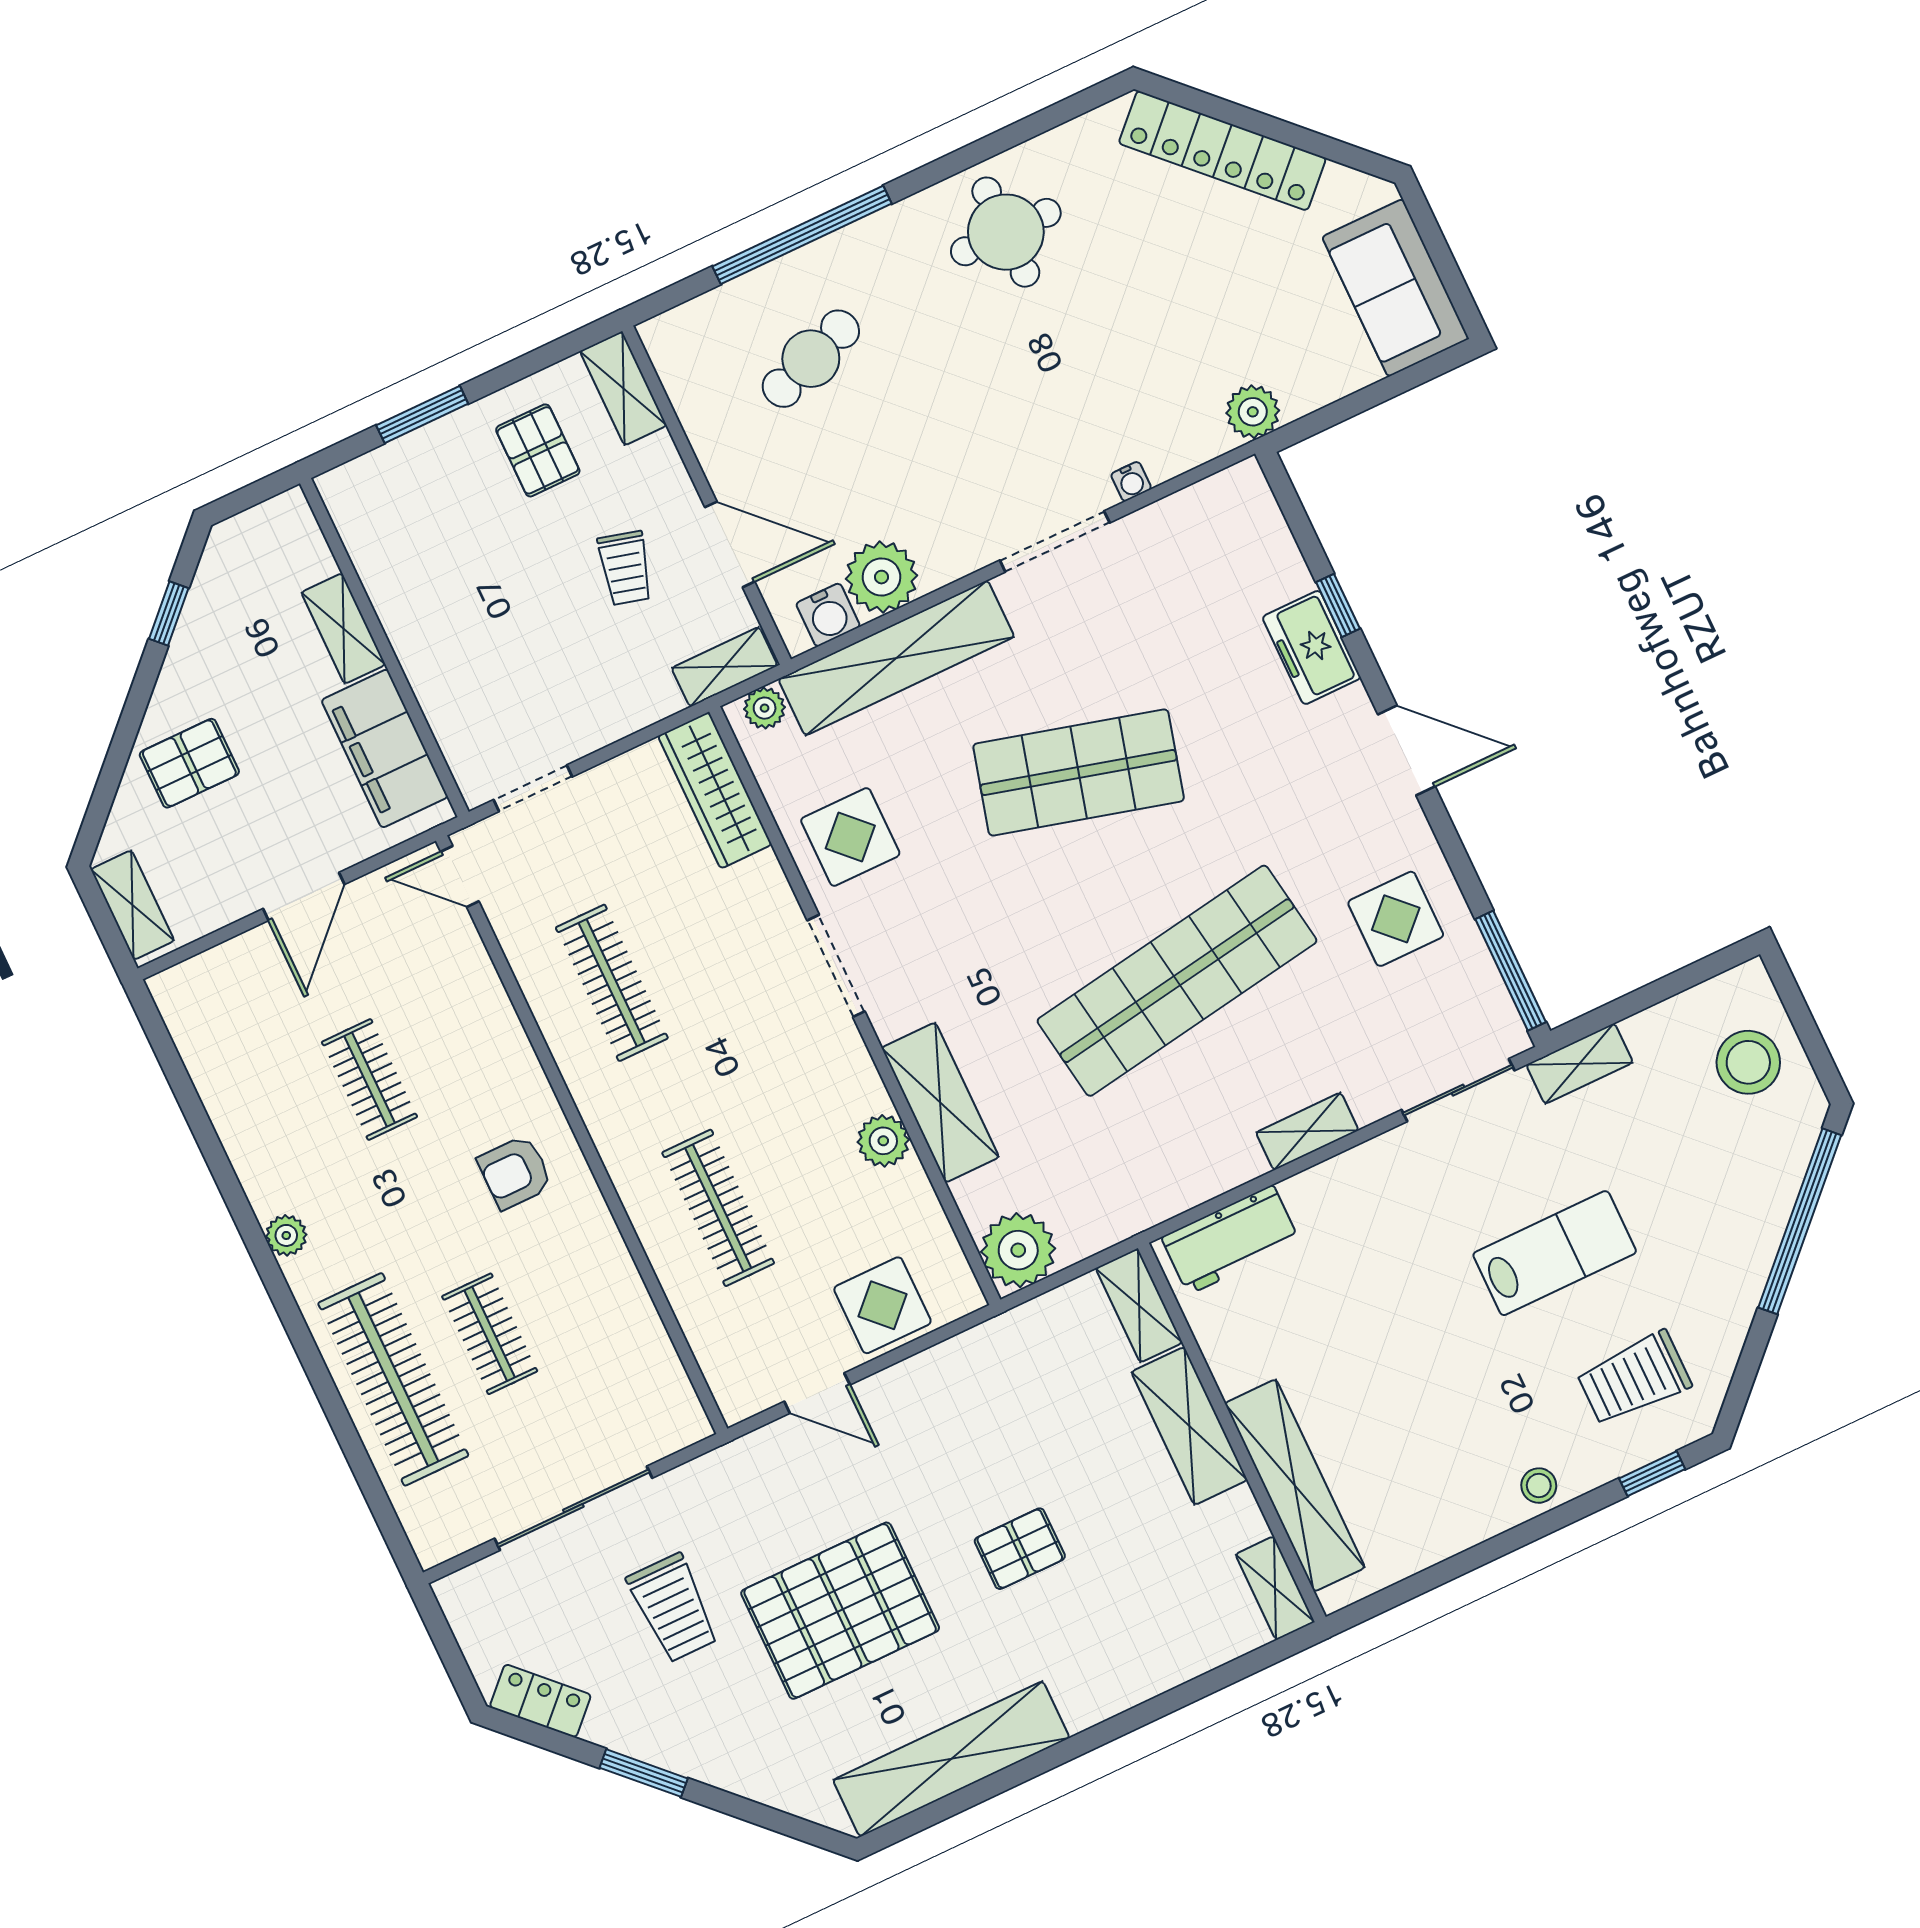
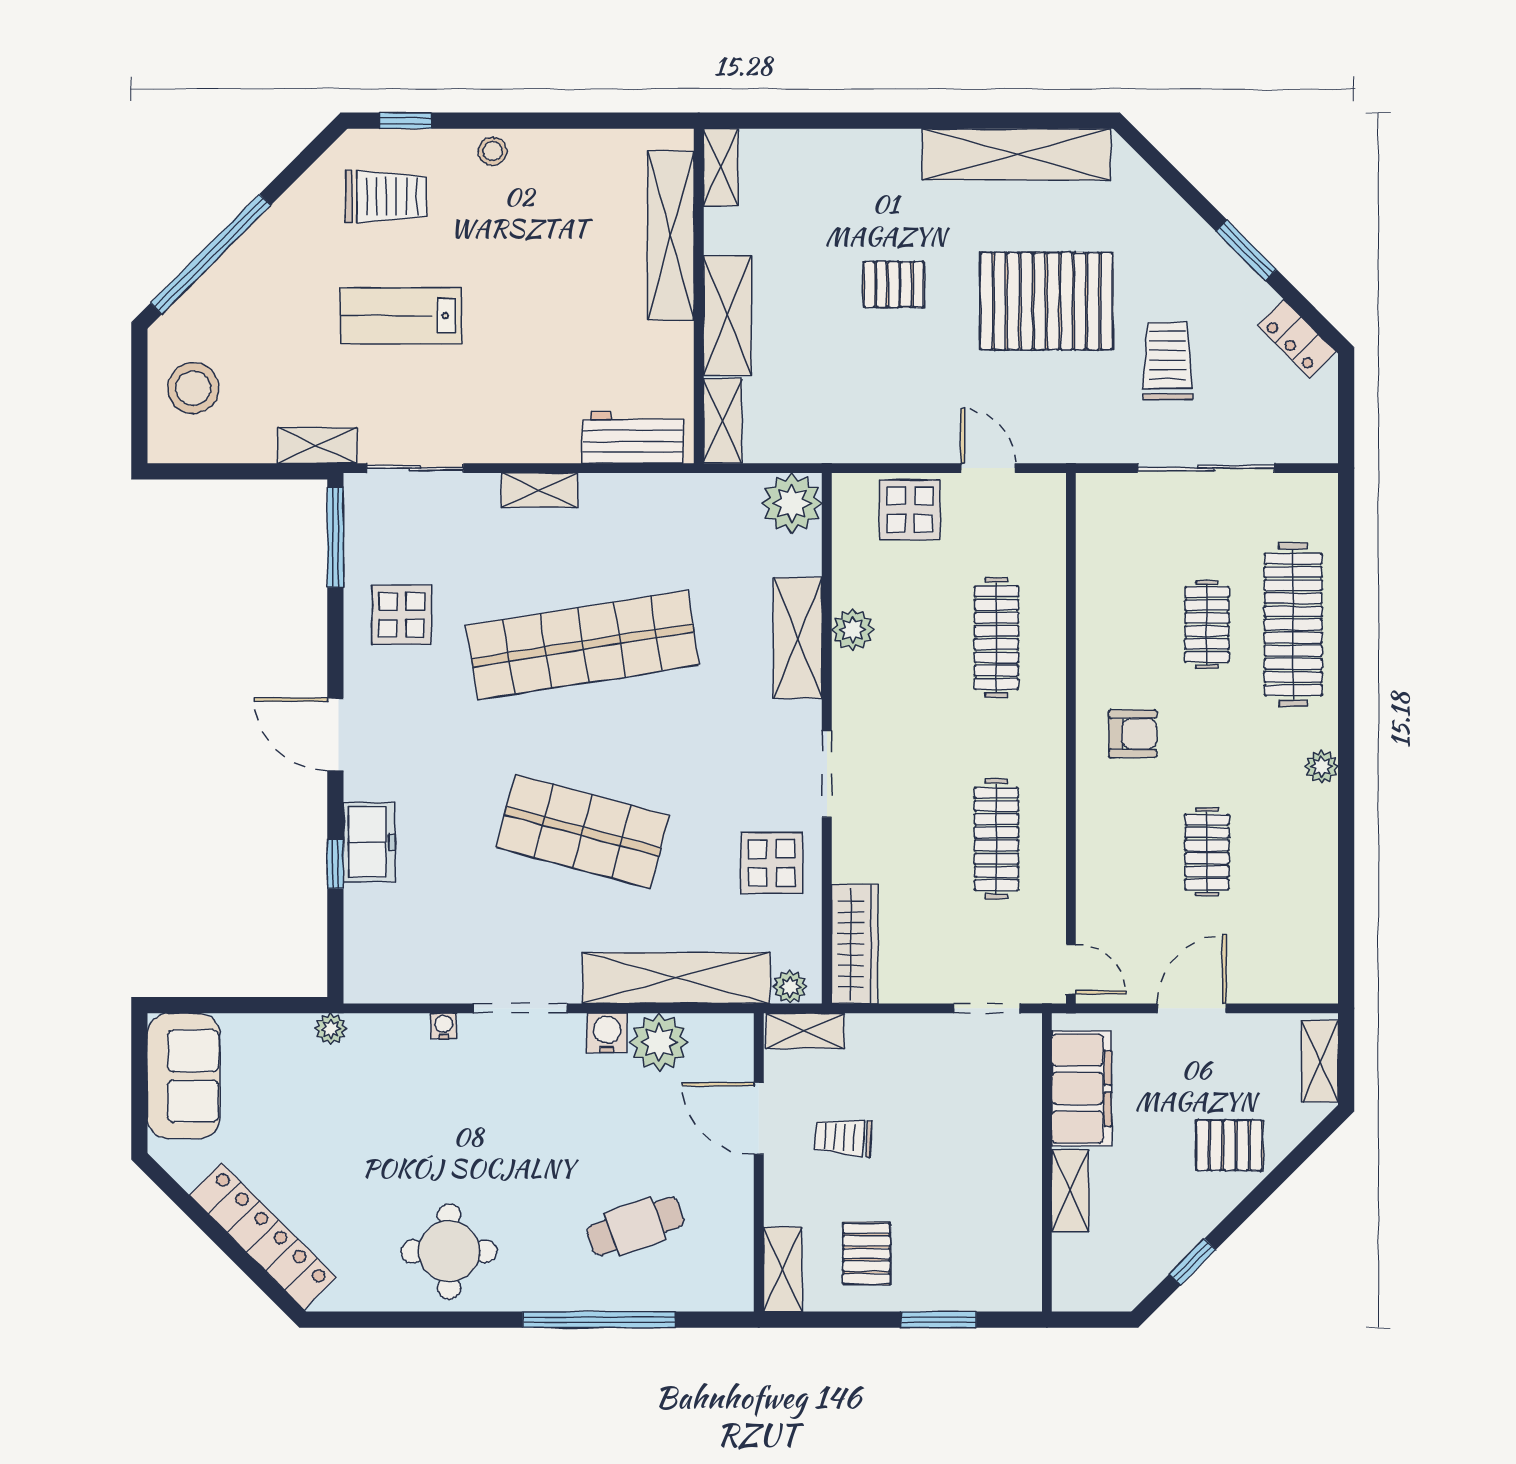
plant: (1253, 412) -> (331, 1029), width x0.73, depth x0.73
trolley: (625, 568) -> (843, 1137), turned -101
water cooler: (828, 615) -> (607, 1033), moved

